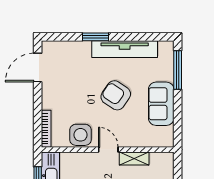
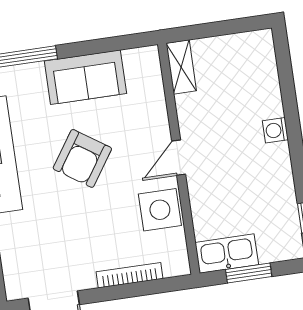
bookcase: (46, 129) -> (129, 275), moved
shelving: (134, 159) -> (181, 67), moved

